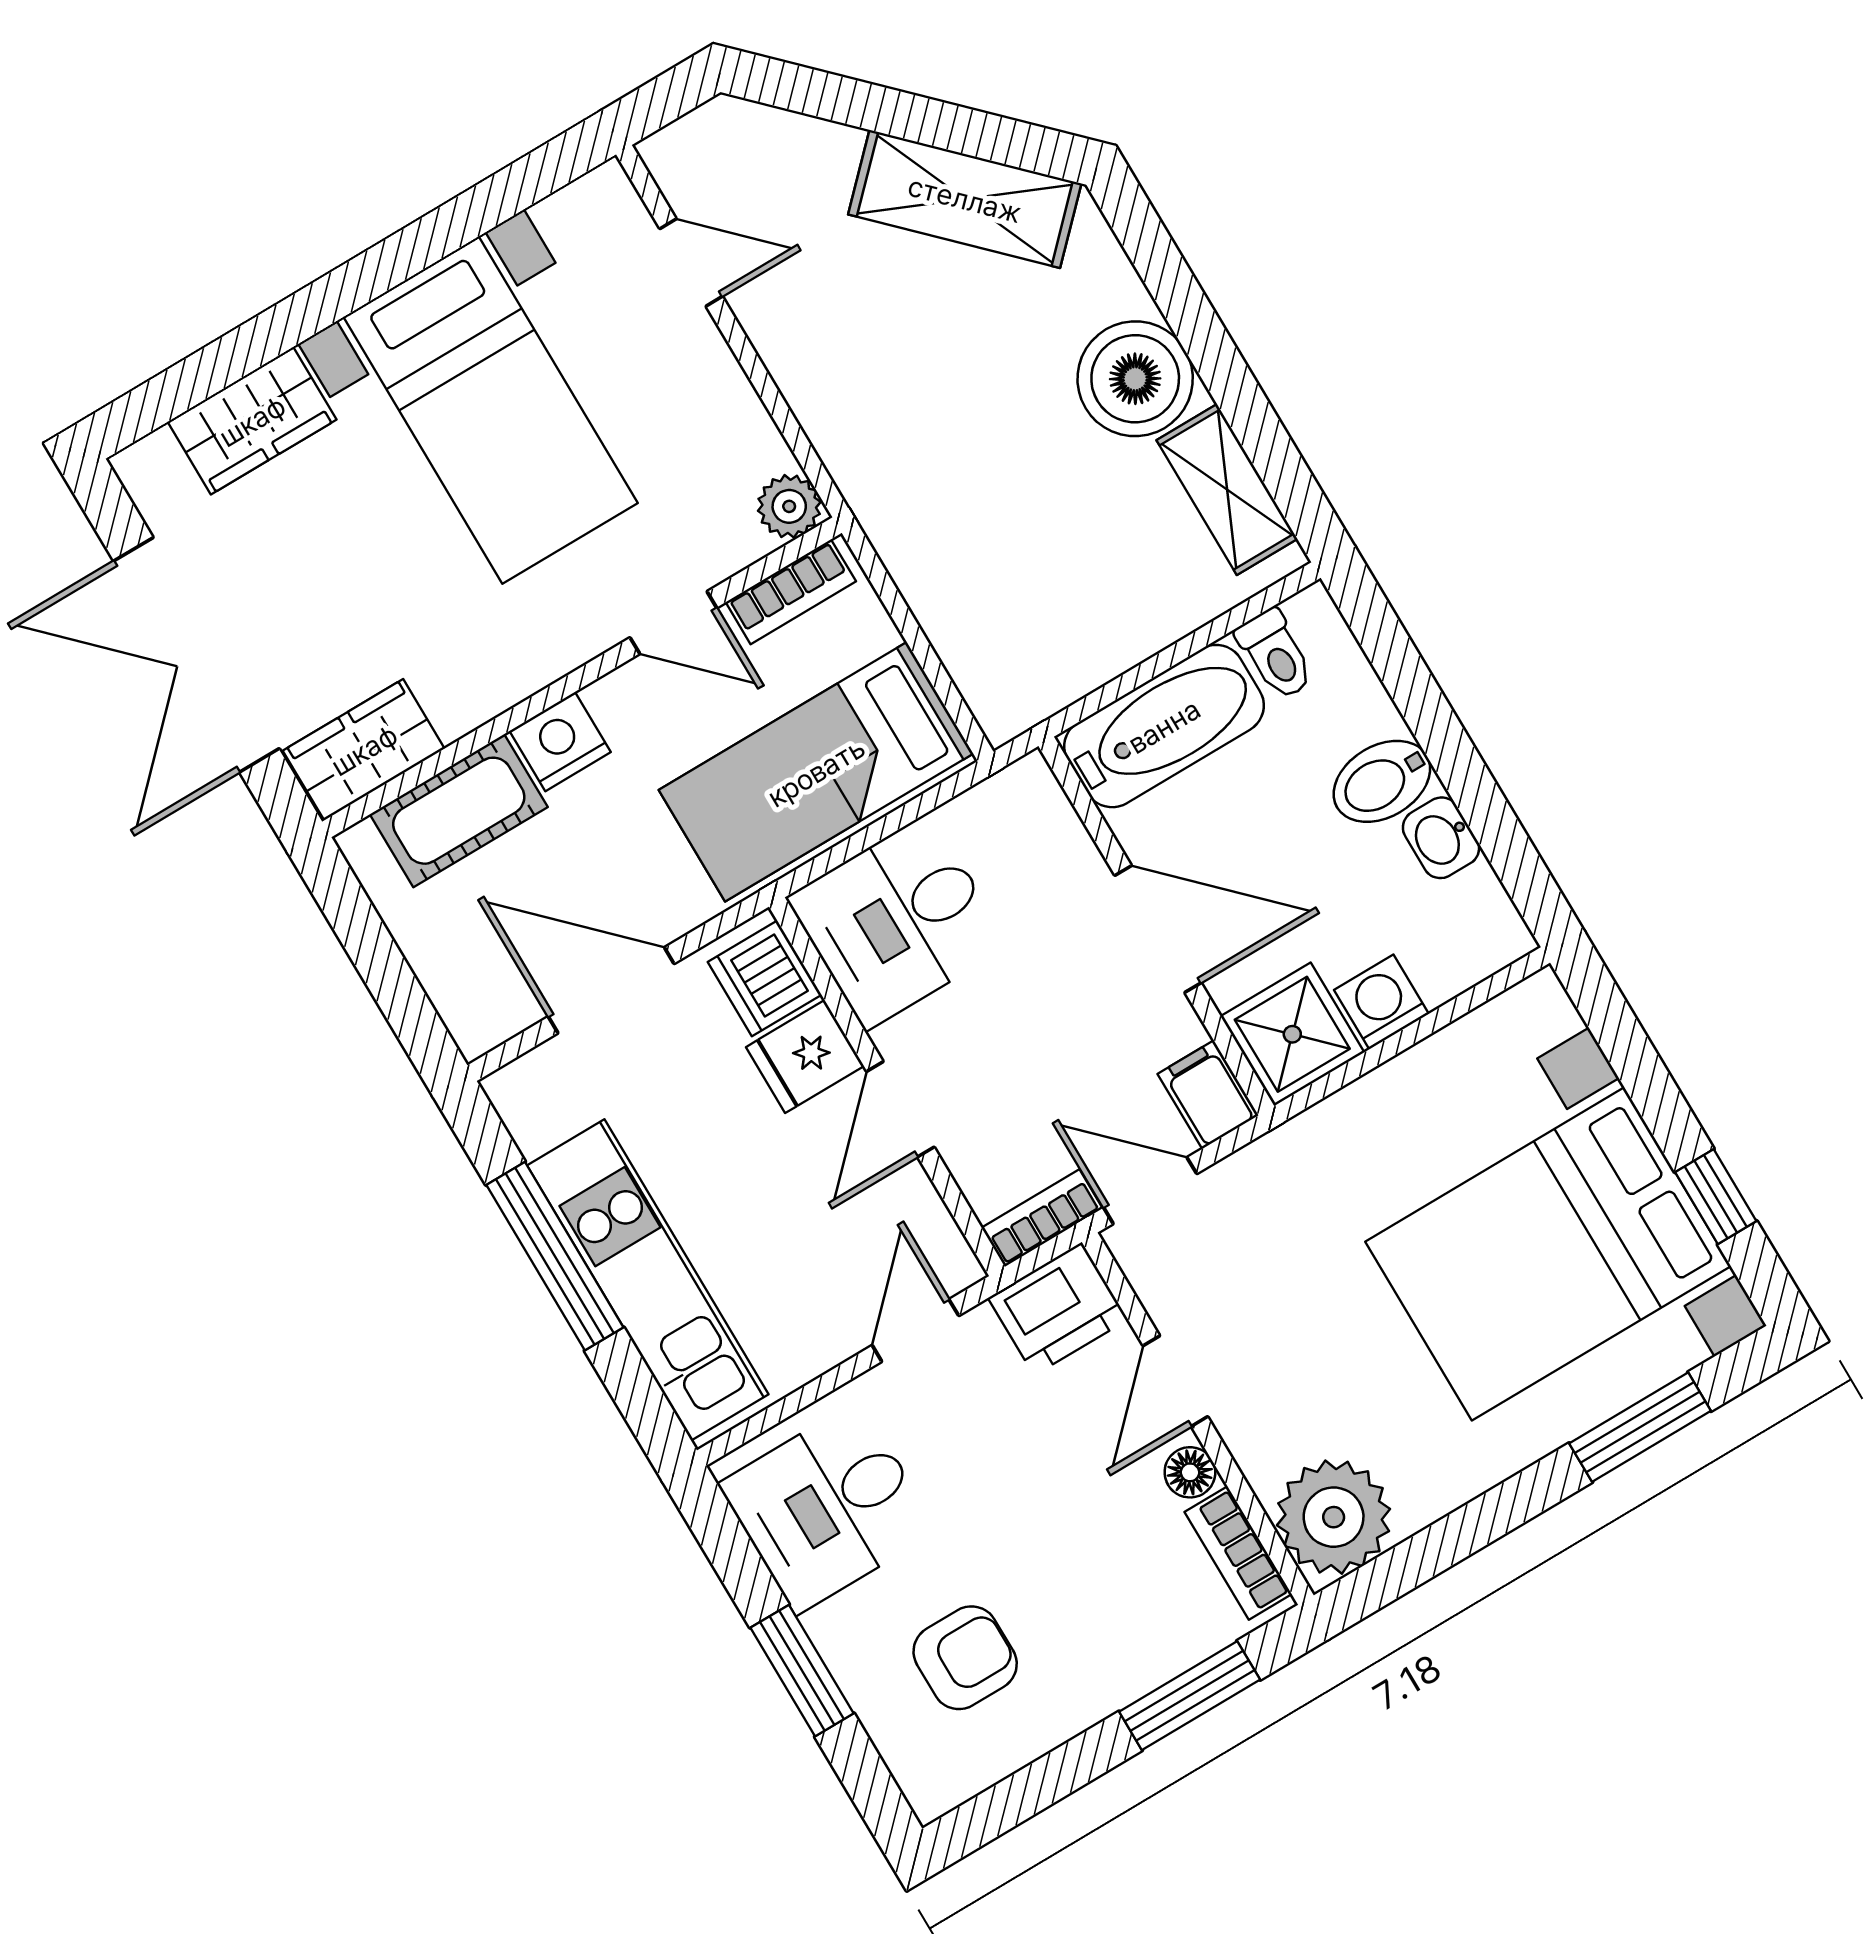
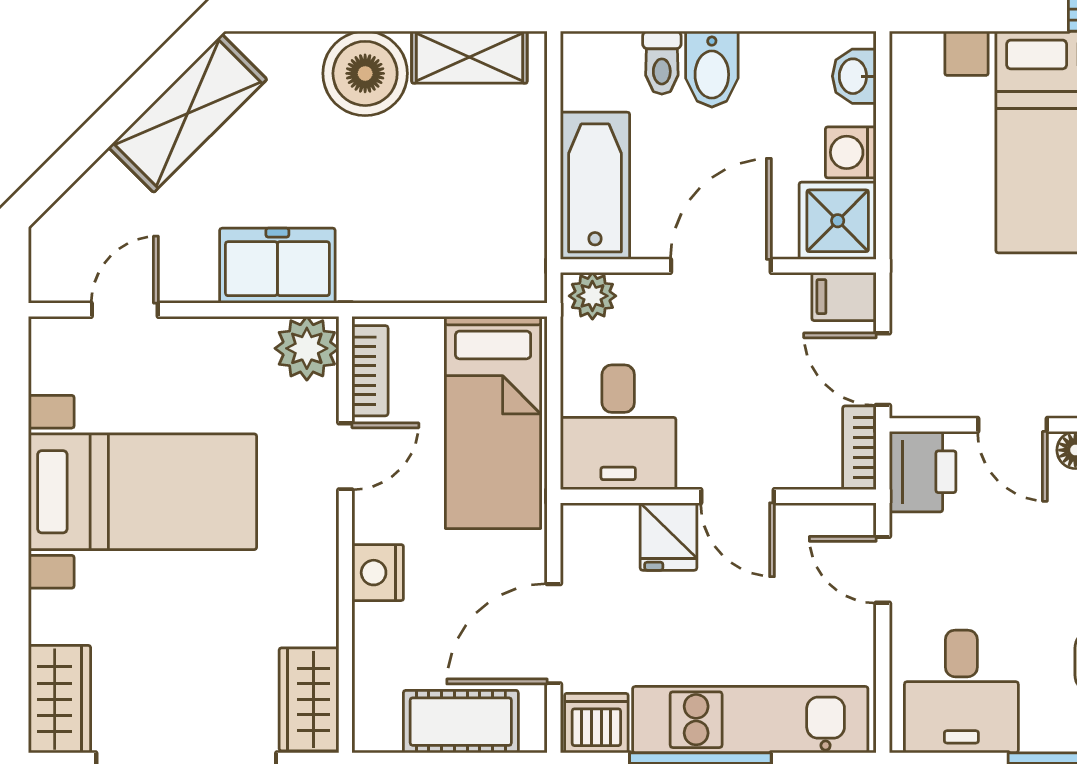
freezer: (849, 410) -> (277, 266), added
wardrobe: (252, 421) -> (60, 699), moved
plant: (789, 506) -> (307, 348), width x1.38, depth x1.38
toilet: (1276, 654) -> (662, 63), moved, turned 90
plant: (1033, 800) -> (592, 296), added
cot: (459, 811) -> (461, 722), moved, turned 90
washbasin: (1441, 838) -> (854, 76), moved, turned 90
dishwasher: (765, 978) -> (596, 723), moved, turned 180
door: (1150, 1191) -> (883, 369), hinge flipped

